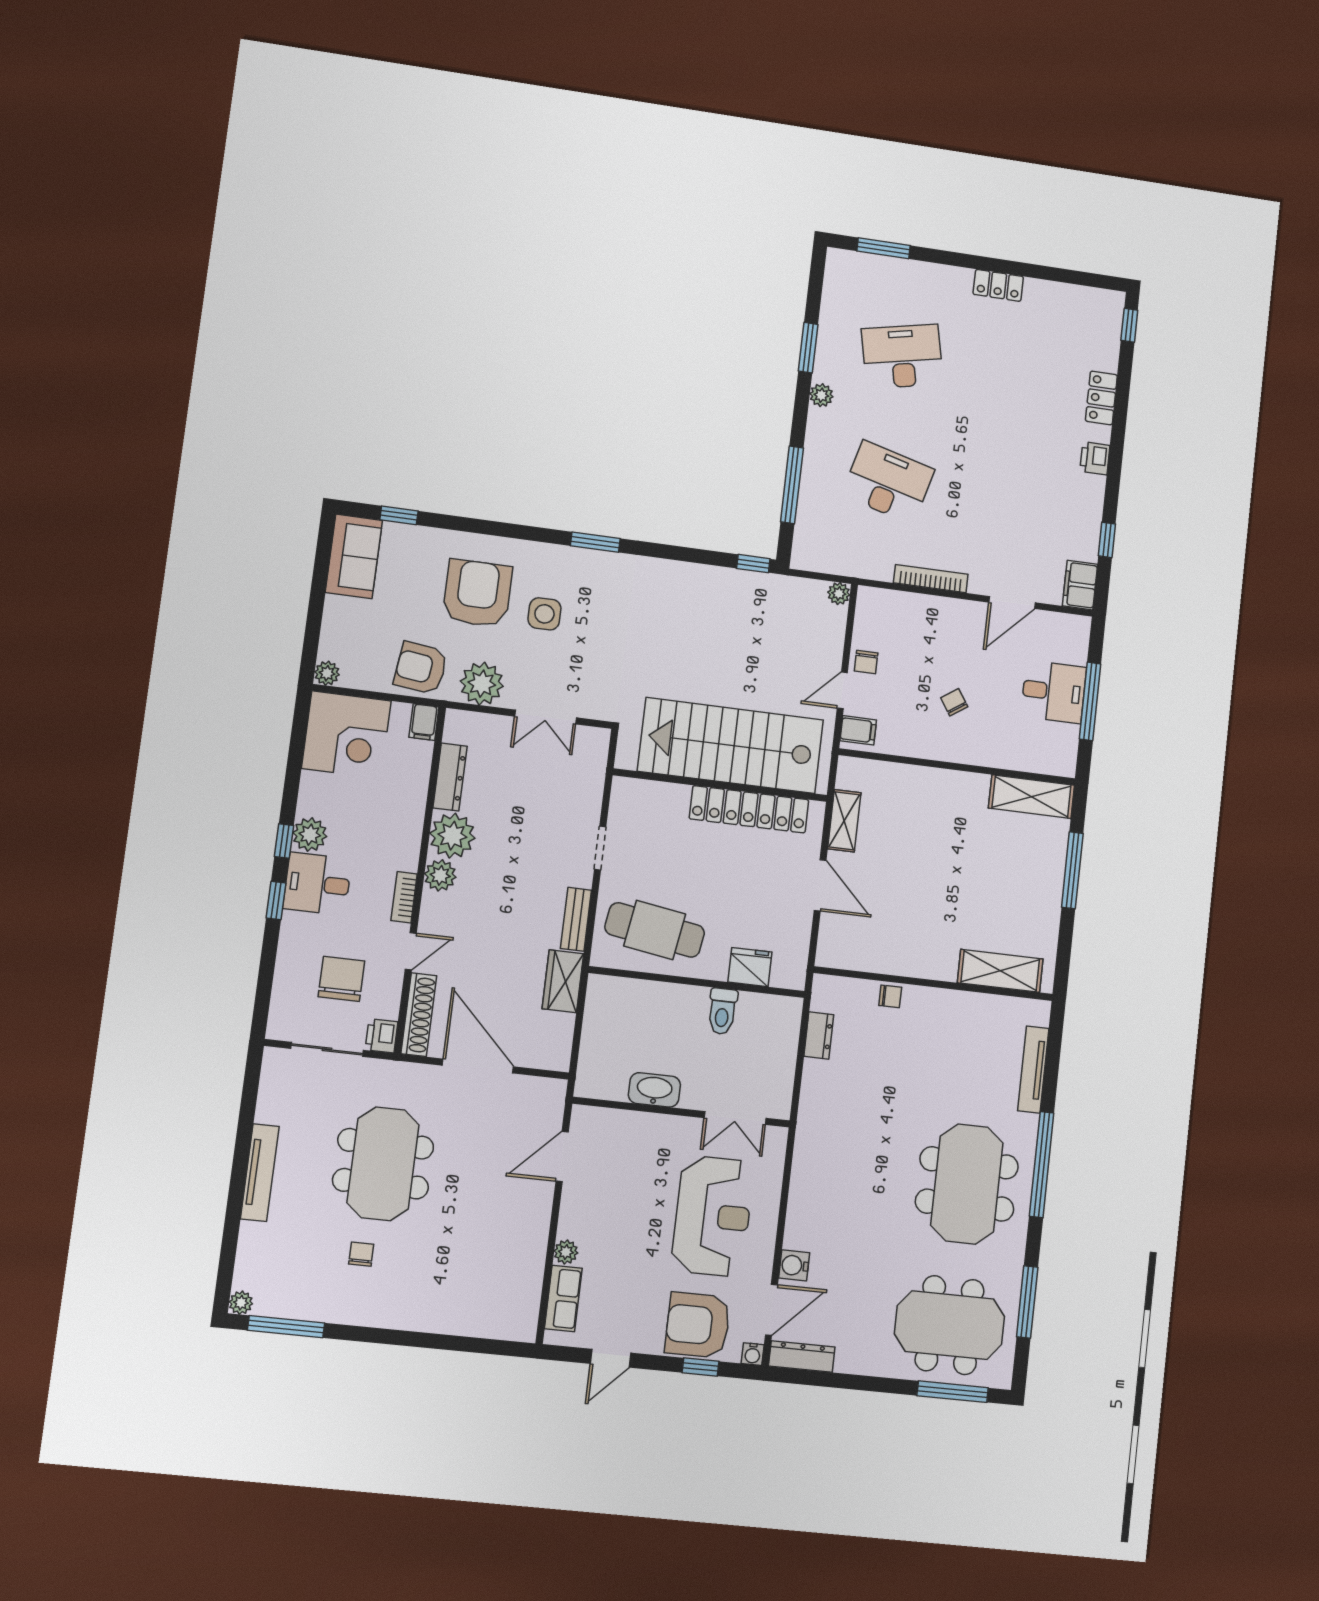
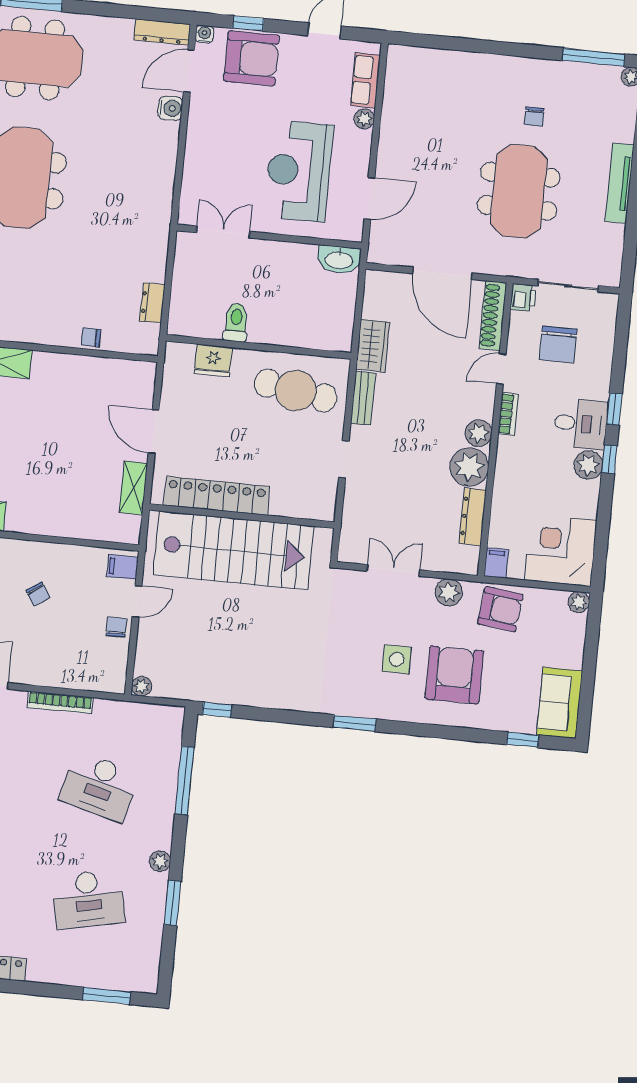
armchair: (477, 593) -> (454, 675), turned 180
plant: (482, 684) -> (449, 592), width x0.73, depth x0.73
washbasin: (654, 1090) -> (339, 260), moved
reception desk: (713, 1216) -> (299, 171), moved

